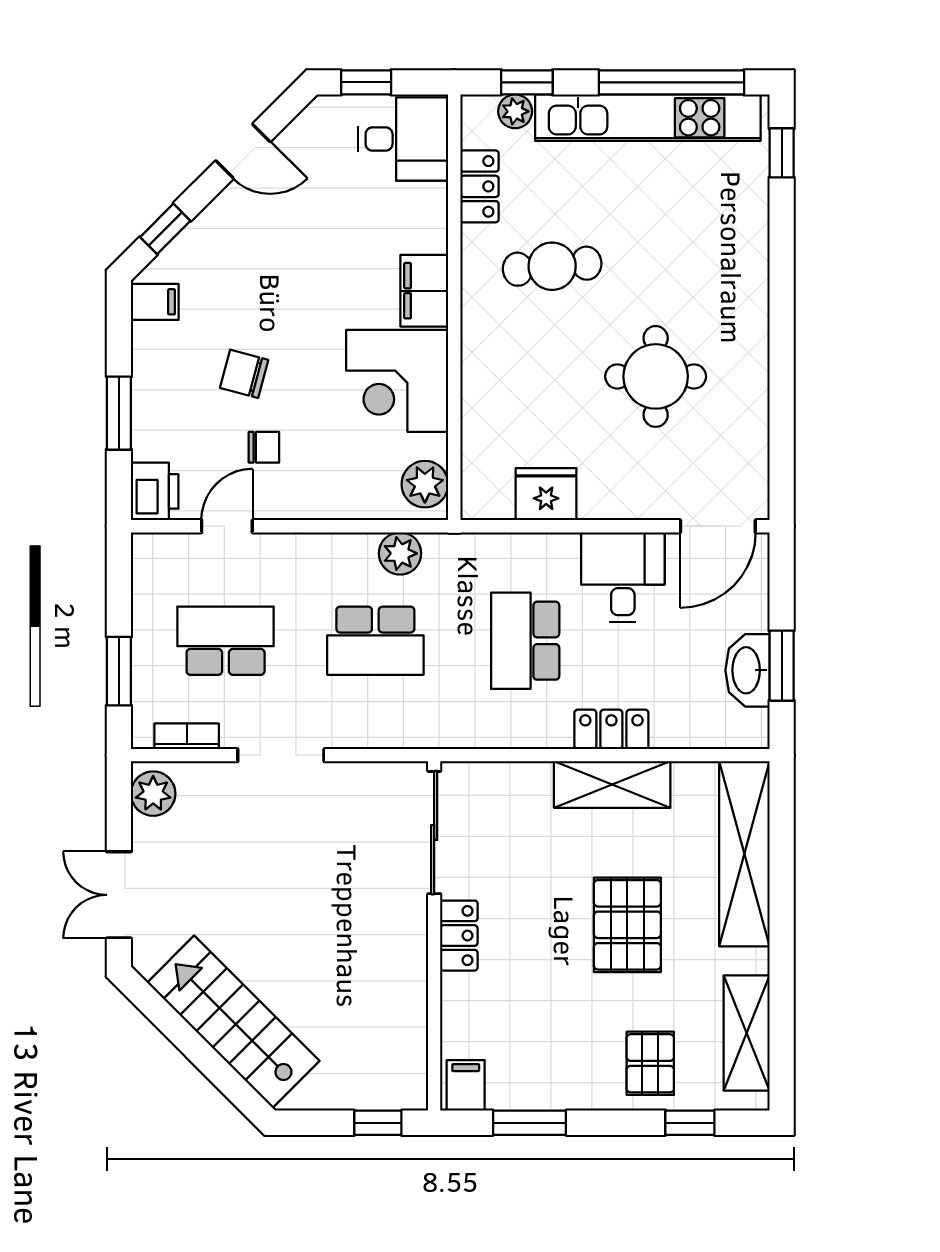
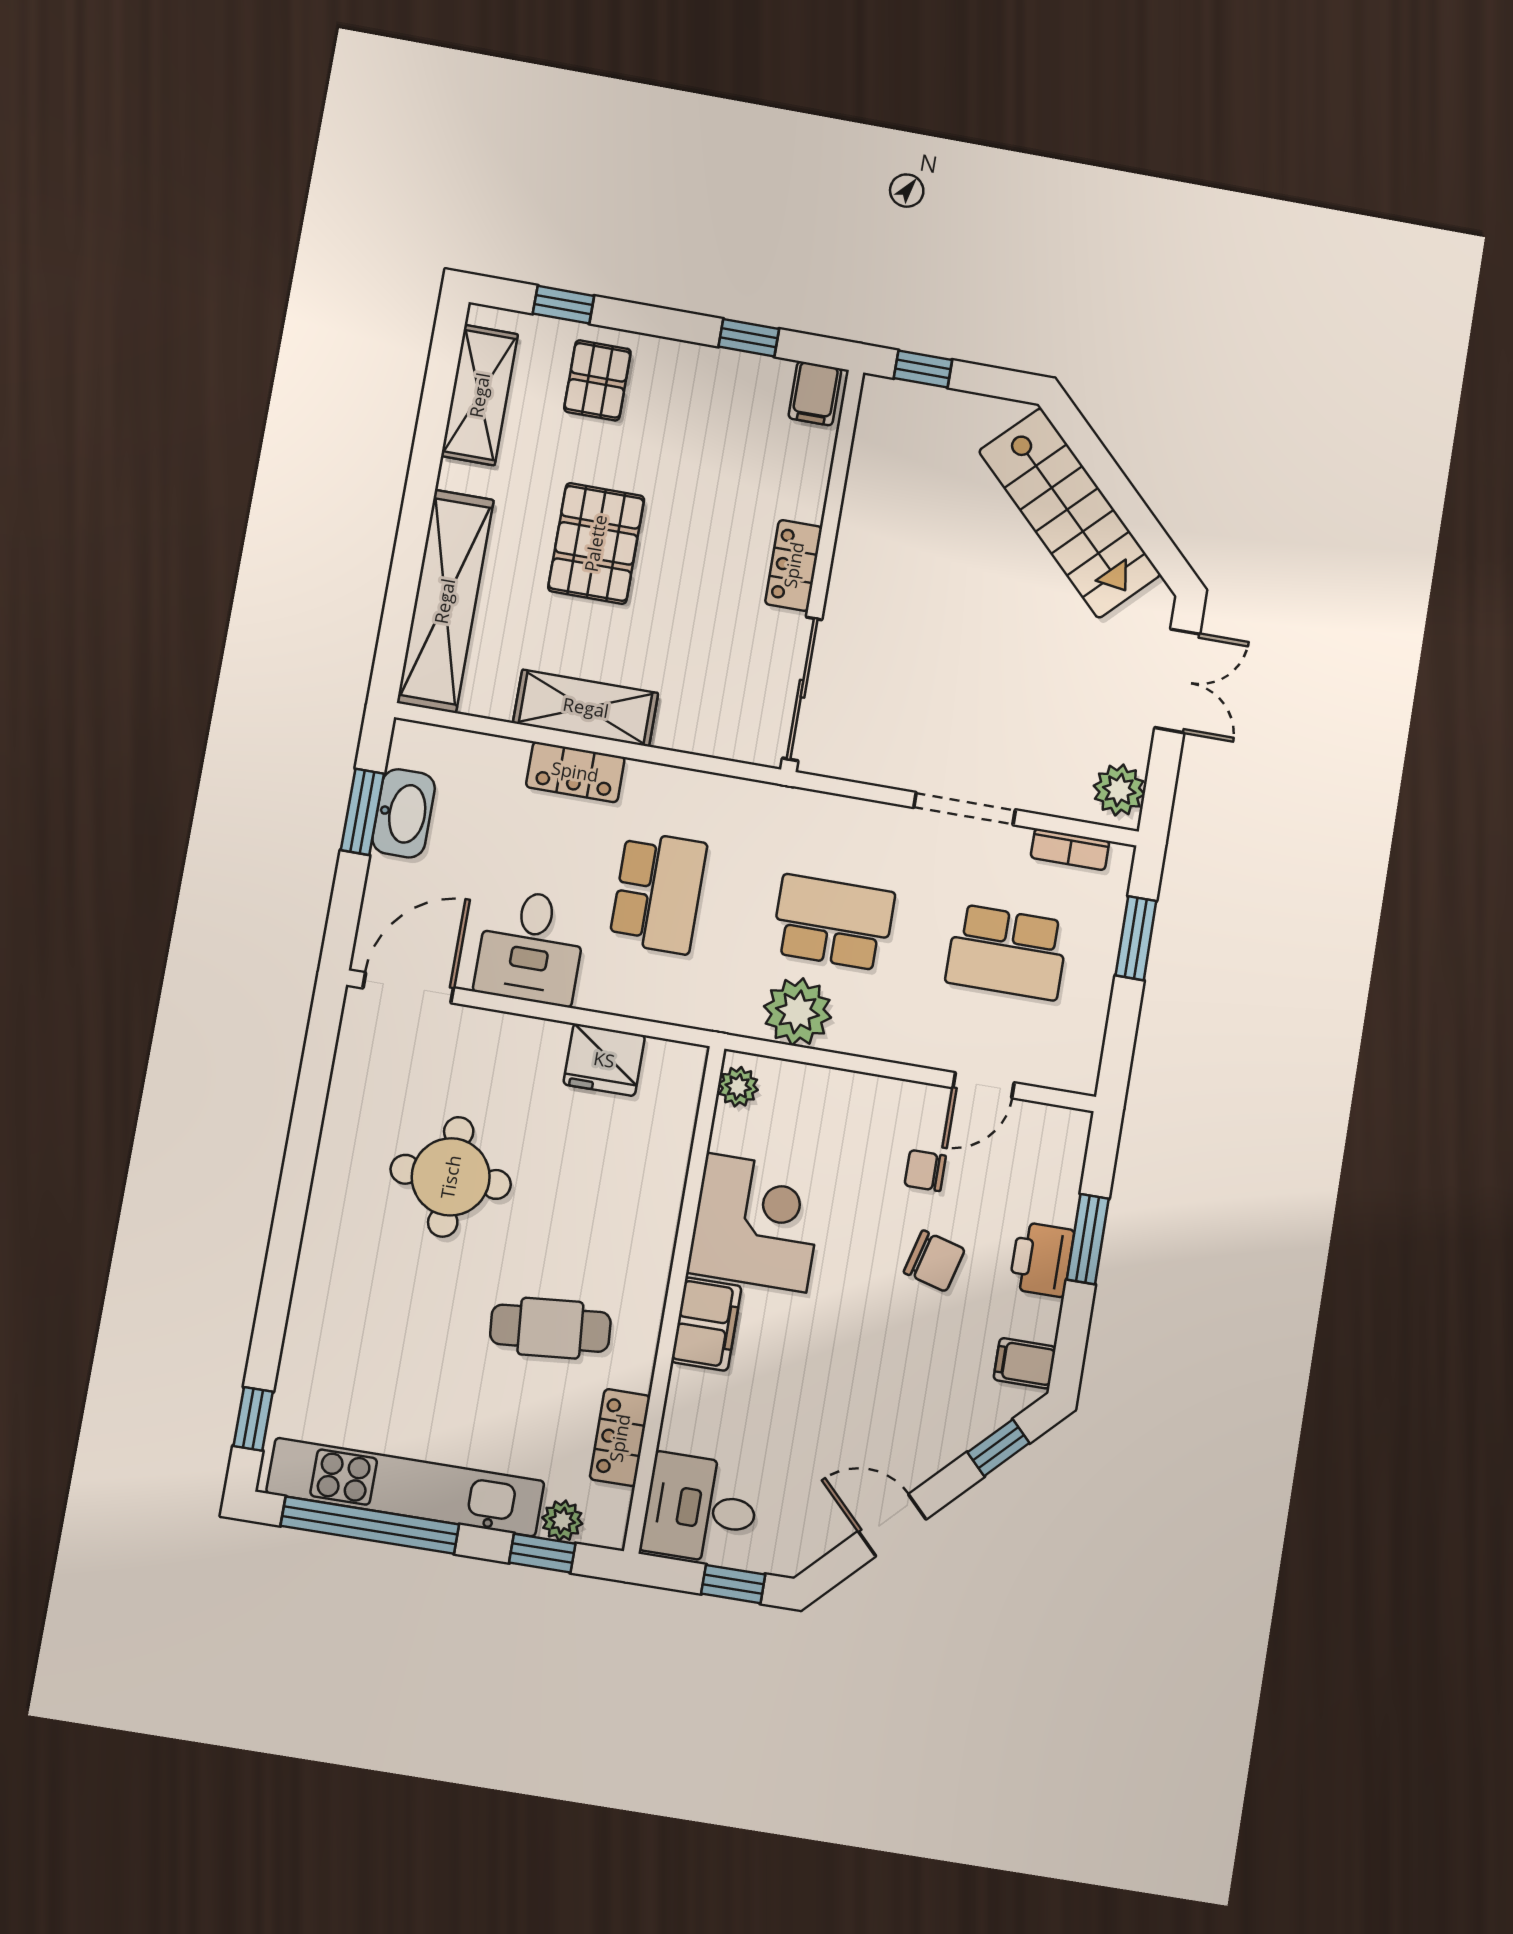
plant: (425, 484) -> (738, 1087), width x0.73, depth x0.73
printer: (155, 491) -> (1042, 1259), moved
plant: (400, 553) -> (798, 1012), width x1.36, depth x1.36
window: (530, 1123) -> (749, 338), width x0.67

